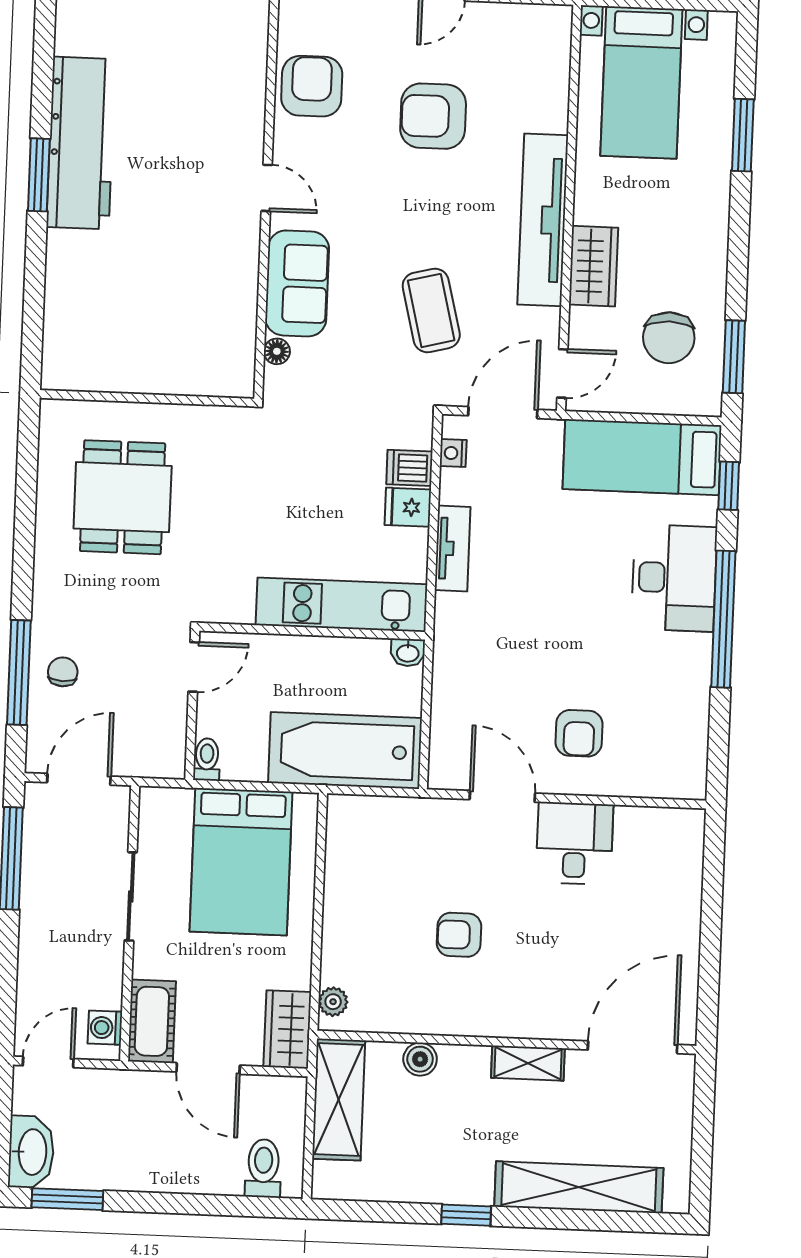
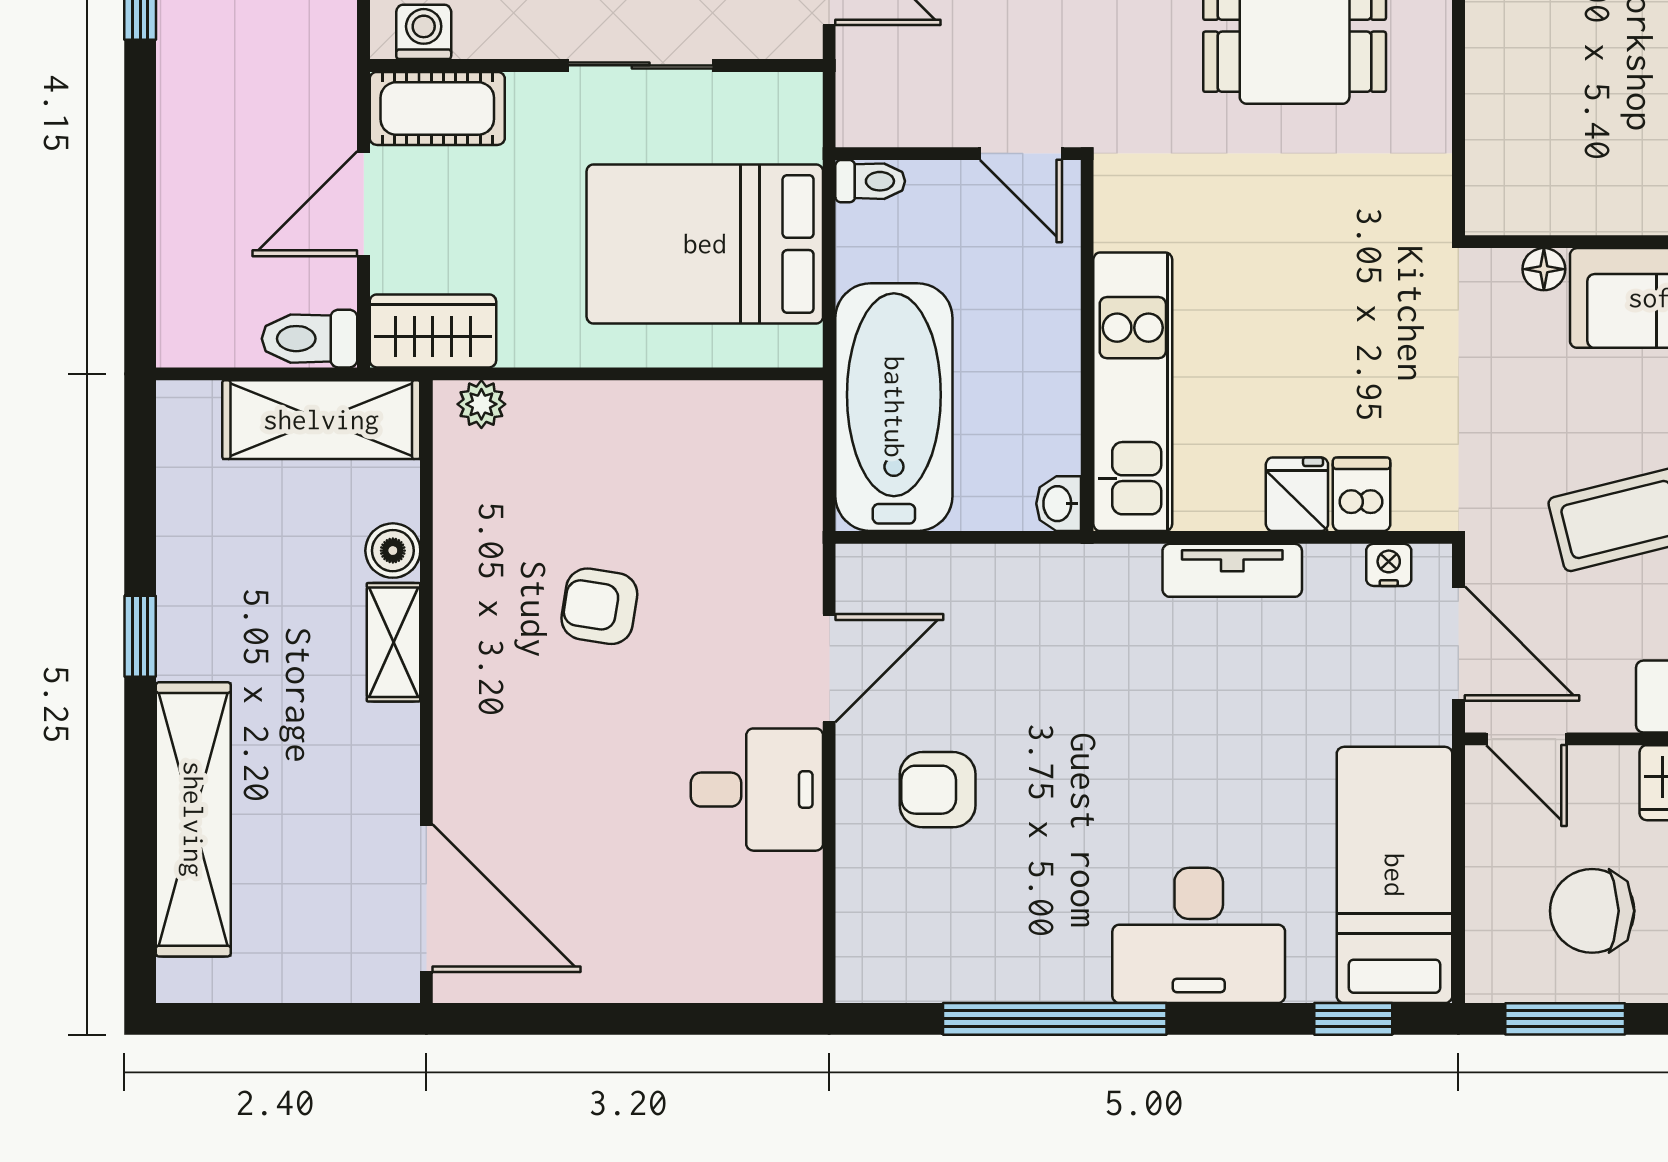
window: (723, 619) -> (1055, 1019), moved
armchair: (459, 935) -> (599, 606), turned -81
shelving: (528, 1063) -> (393, 642), moved
toilet: (263, 1168) -> (310, 339), moved, turned 180

